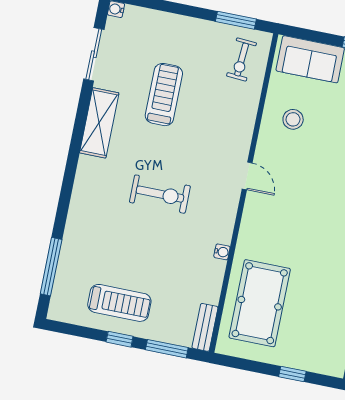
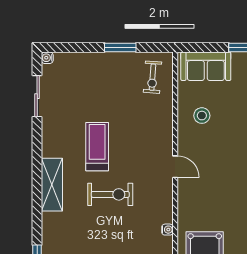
window: (236, 20) -> (120, 48), moved
treadmill: (164, 95) -> (97, 147), moved
shelving: (99, 123) -> (52, 185), moved

